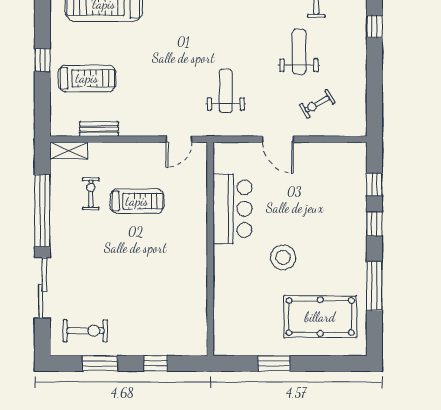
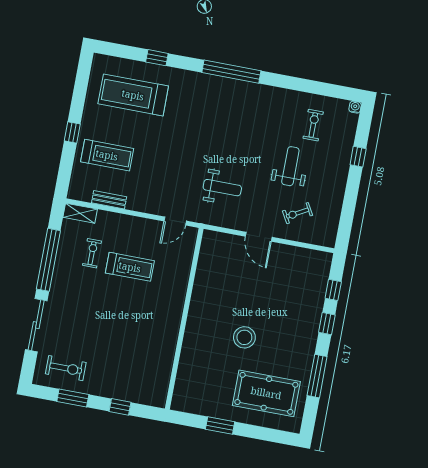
weight bench: (226, 91) -> (222, 188), turned 90
bar counter: (232, 209) -> (209, 288), removed

